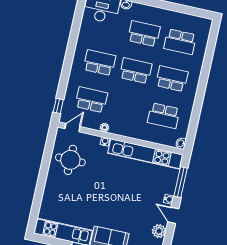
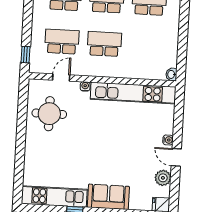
school desk: (164, 116) -> (104, 44), moved, turned 180
door: (72, 128) -> (61, 78), moved
plant: (104, 128) -> (82, 71), removed
window: (181, 182) -> (178, 118), removed

